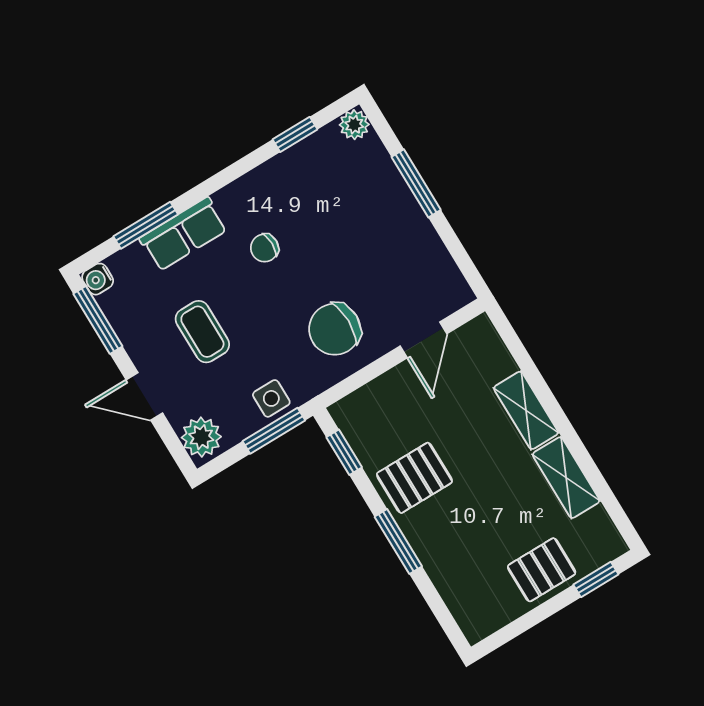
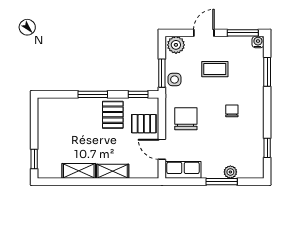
plant: (354, 125) -> (230, 172), moved
row of seats: (183, 234) -> (183, 170), moved, turned 90
pallet: (542, 570) -> (144, 124), moved, turned 90

